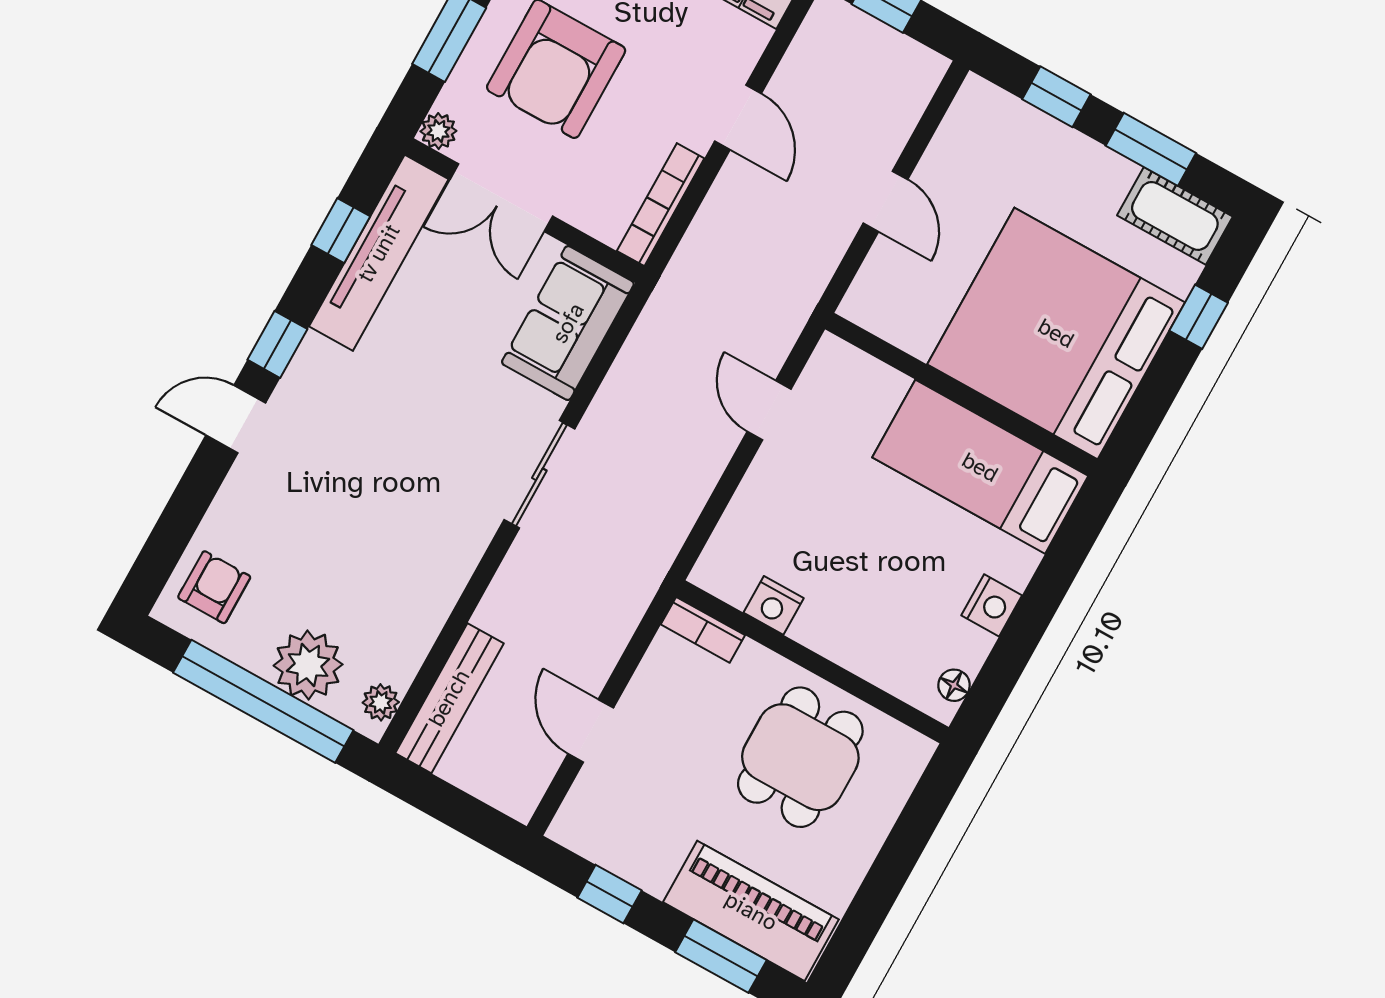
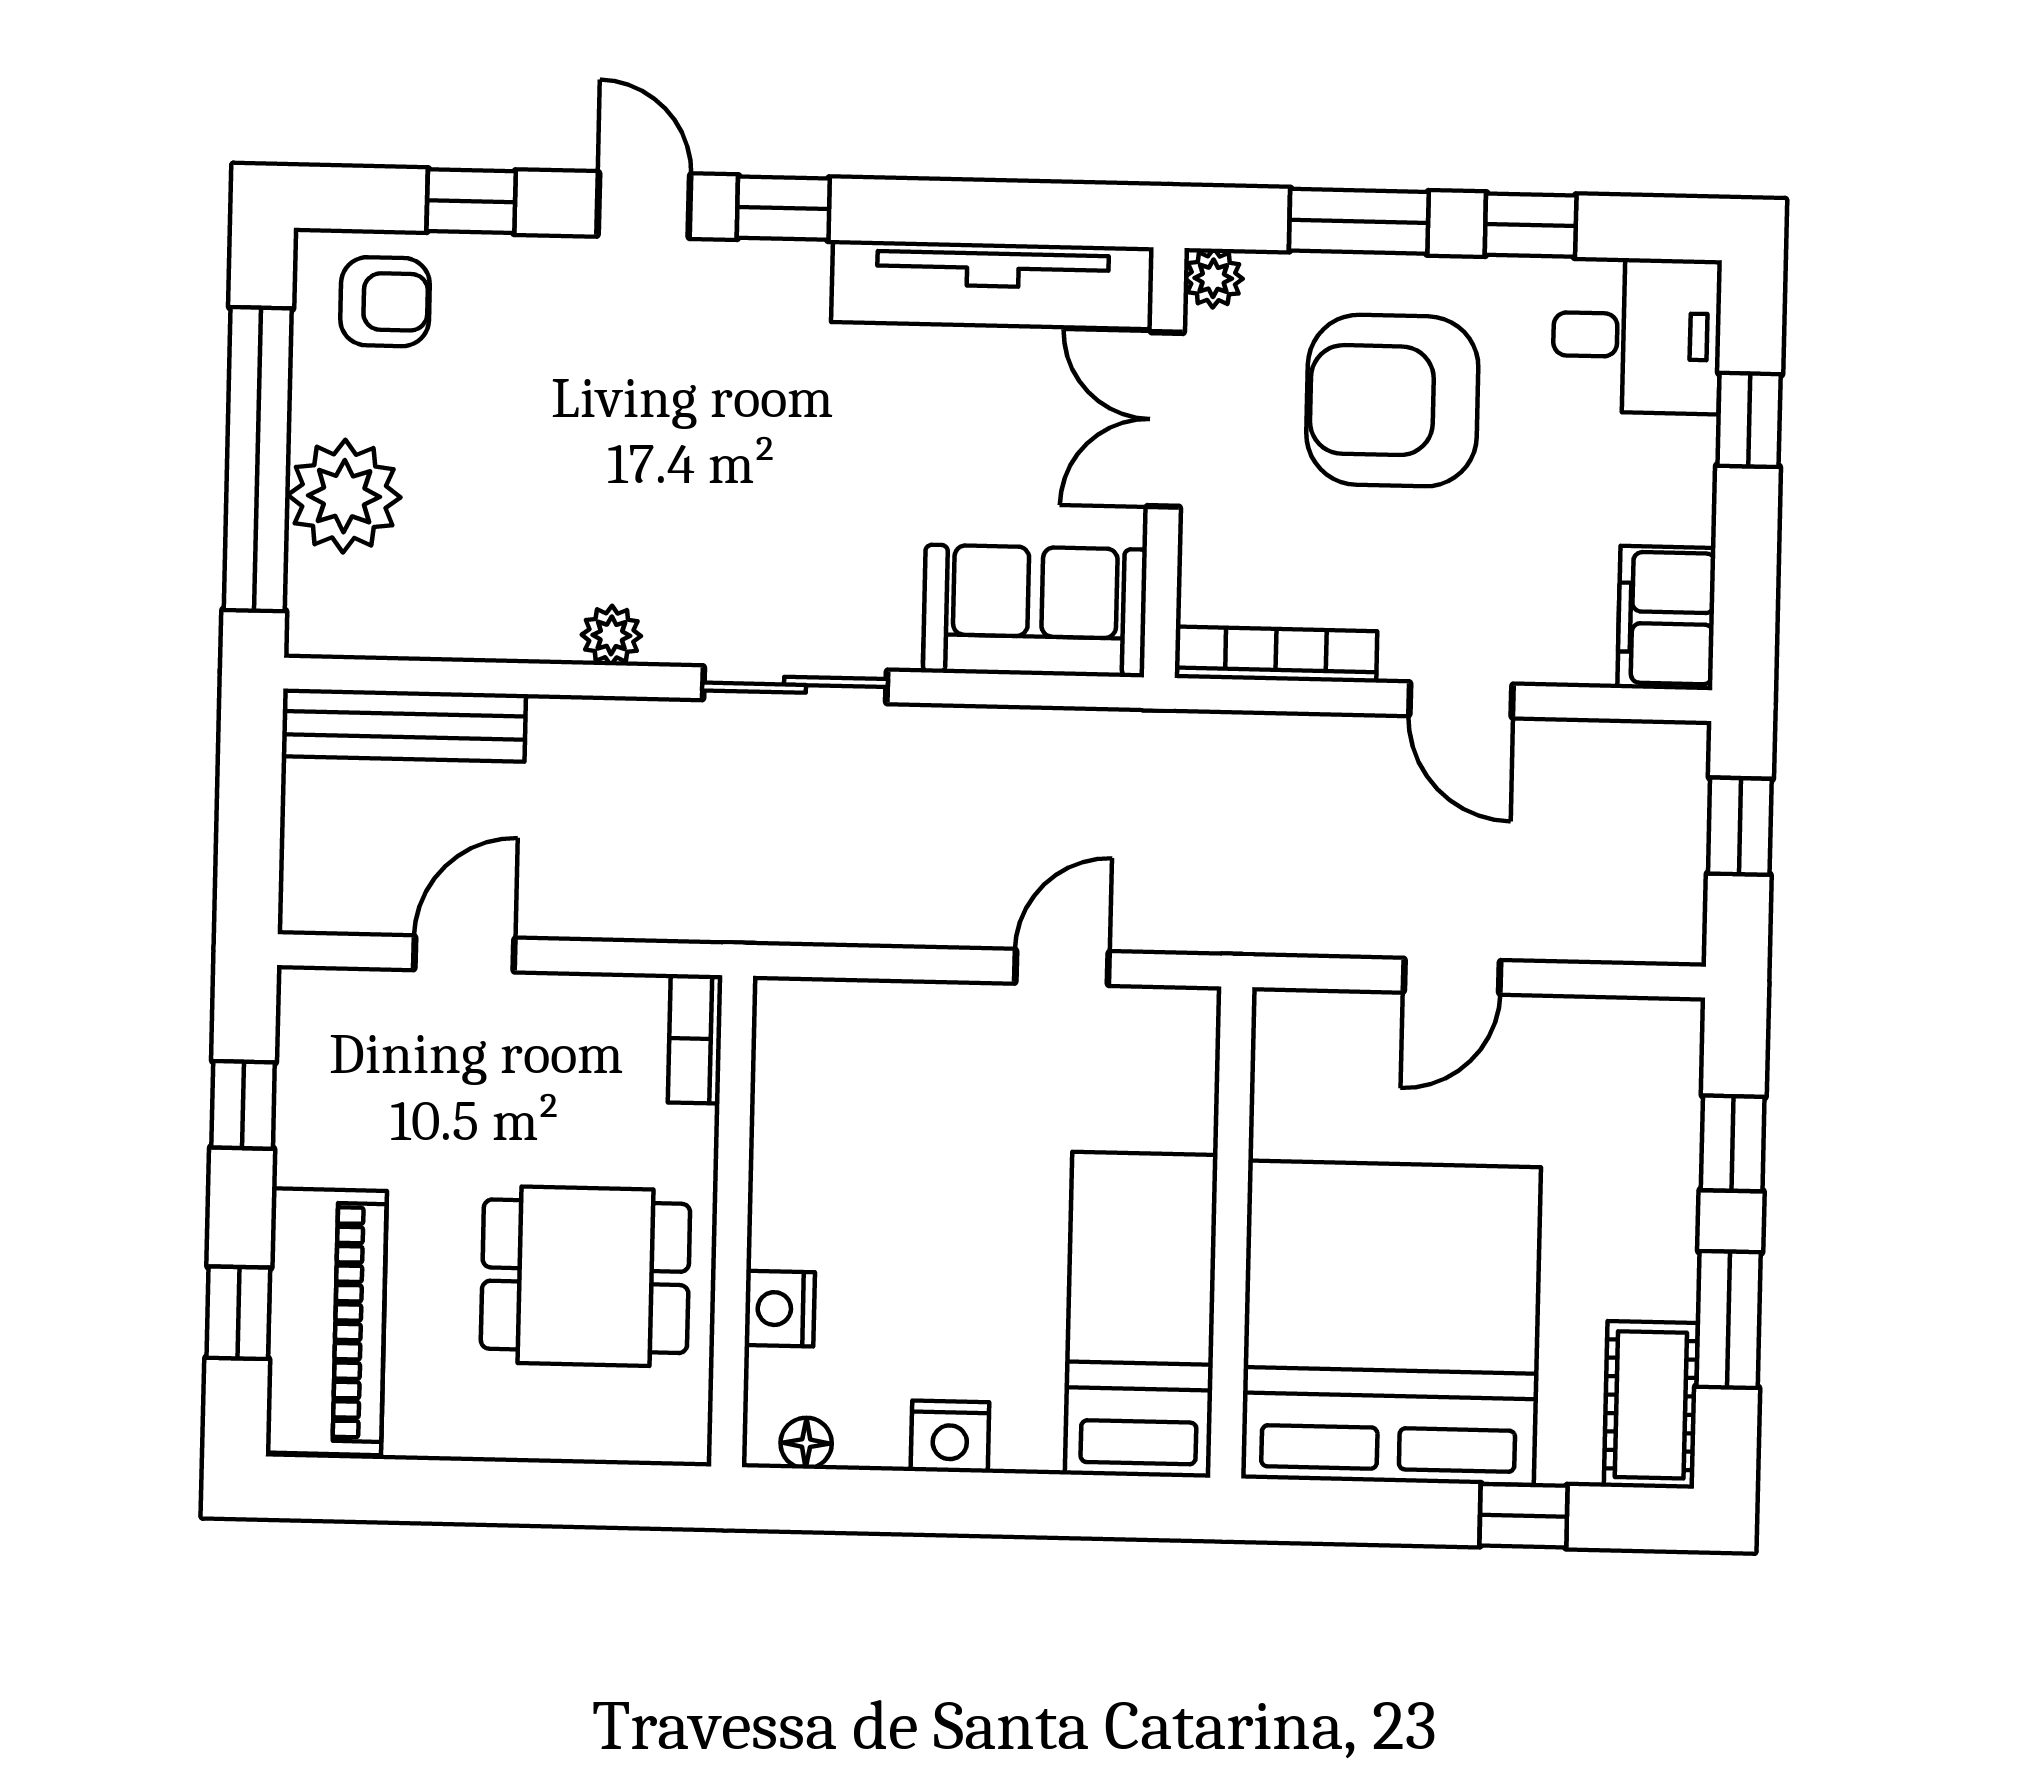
door: (738, 117) -> (1461, 700), hinge flipped
window: (341, 231) -> (471, 201), moved
nightstand: (774, 605) -> (780, 1309), moved
plant: (381, 702) -> (611, 635), moved
window: (721, 956) -> (238, 1313), width x0.67

